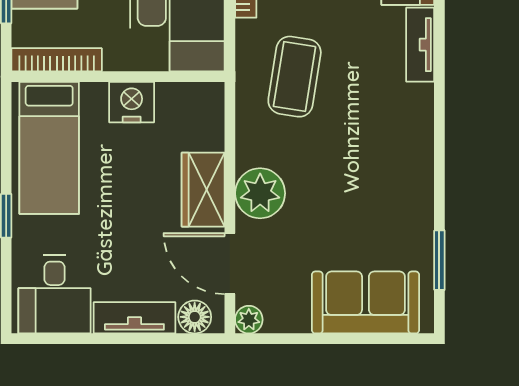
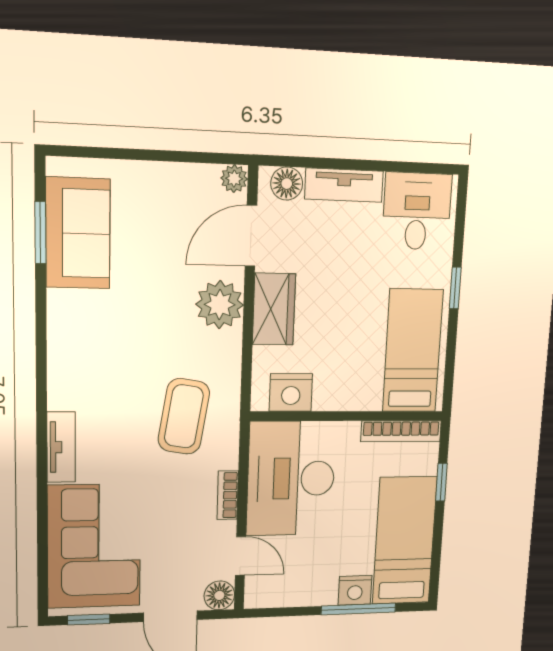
nightstand: (132, 102) -> (291, 392), moved
door: (230, 264) -> (251, 236), swing flipped
sofa: (365, 302) -> (78, 233), moved, turned -90

